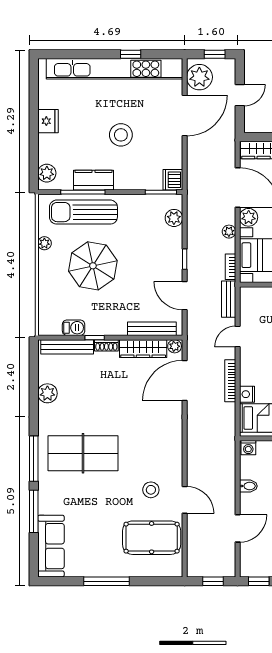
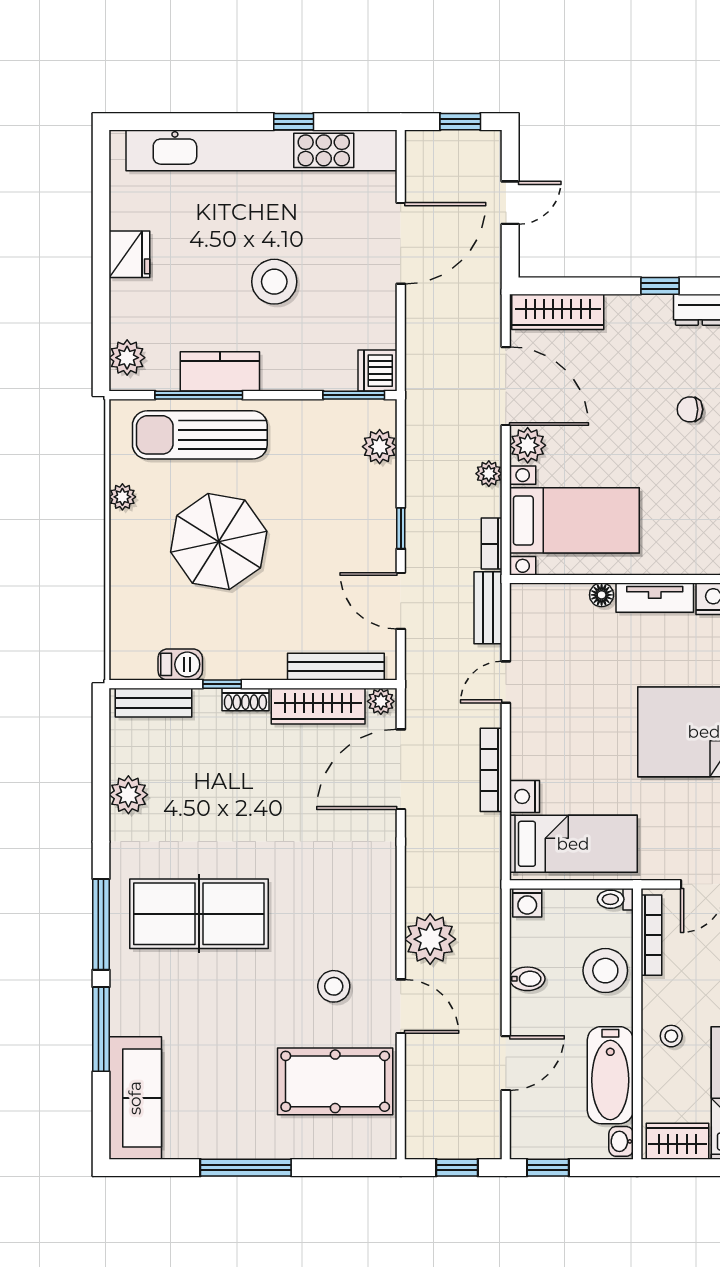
plant: (199, 77) -> (430, 939), moved
bench: (67, 347) -> (154, 703), width x0.73

